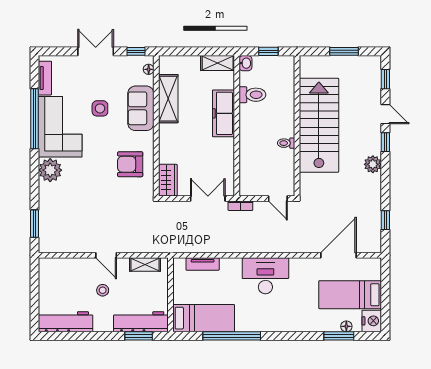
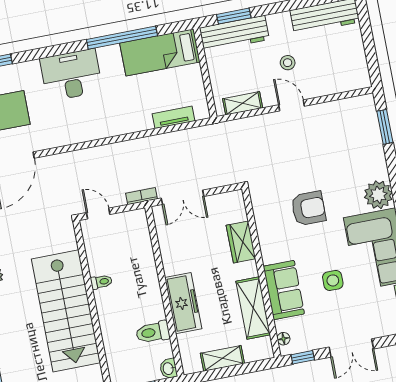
shelving: (218, 63) -> (222, 358), moved
armchair: (130, 164) -> (308, 208), moved
wardrobe: (168, 180) -> (241, 242), moved
desk: (265, 276) -> (71, 75), moved, turned 180

